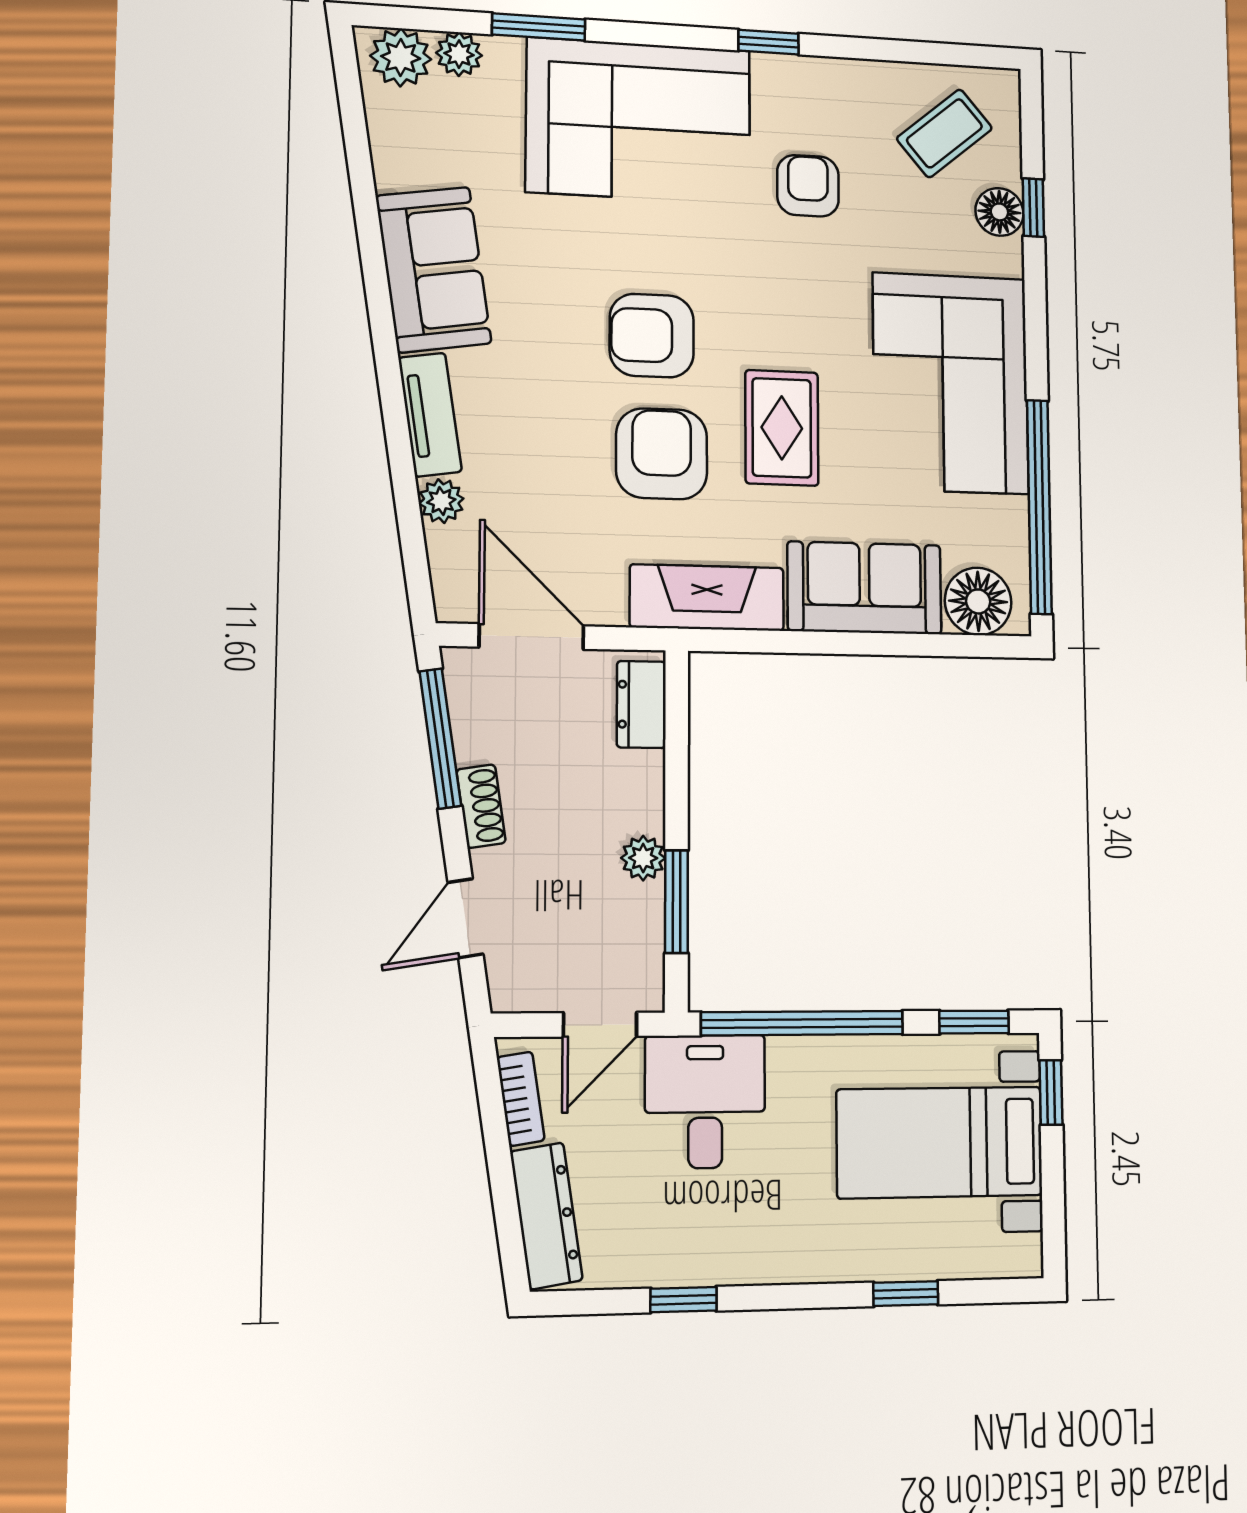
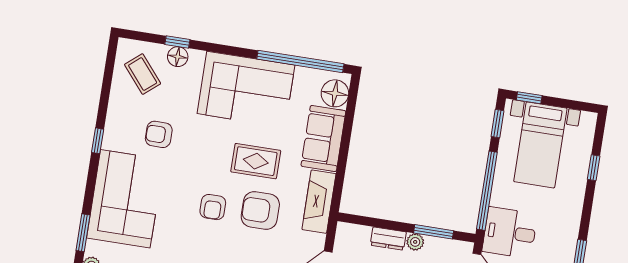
armchair: (652, 336) -> (213, 207), width x0.72, depth x0.72
dresser: (641, 704) -> (388, 239), moved

